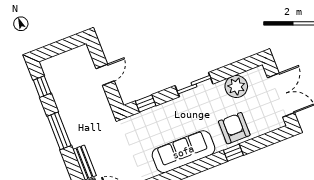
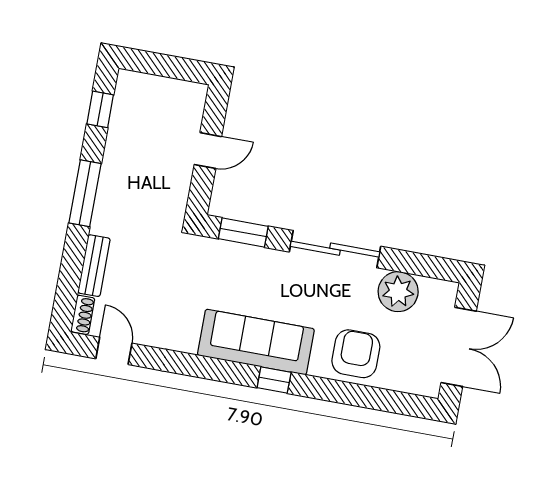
sliding door: (194, 85) -> (335, 249), width x1.37
window: (146, 103) -> (243, 232), width x1.50
window: (233, 153) -> (274, 380), moved

